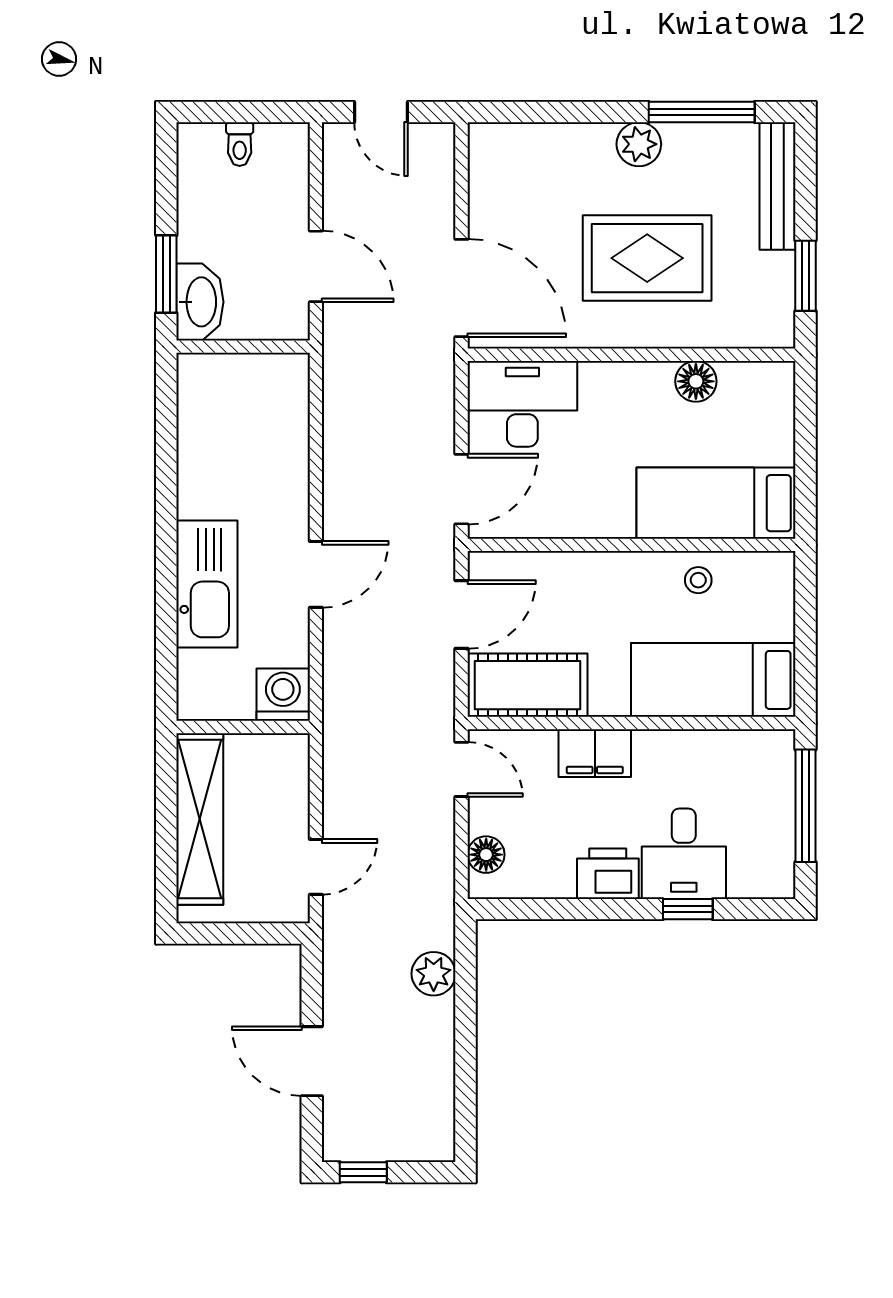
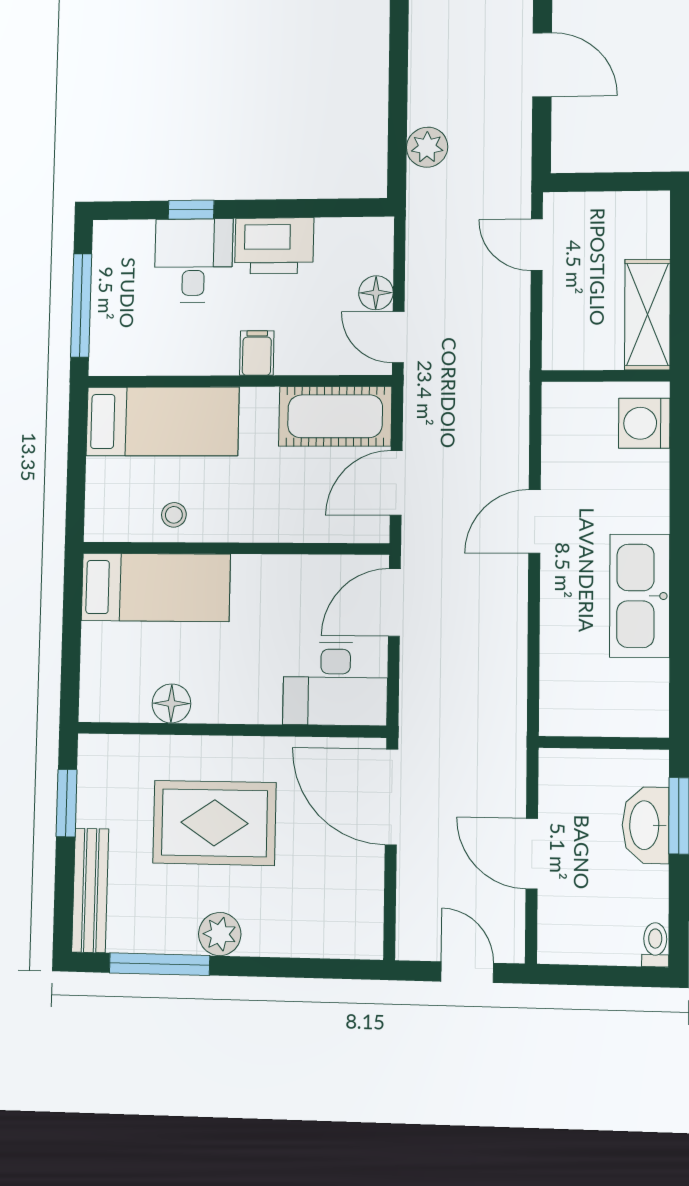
toilet: (240, 144) -> (655, 945), moved
door: (316, 266) -> (532, 854), moved
washbasin: (200, 302) -> (646, 825), moved
kitchen sink: (207, 584) -> (640, 596), moved
washing machine: (283, 695) -> (644, 423), moved, turned 90
filing cabinet: (595, 753) -> (257, 353), width x0.50
shelving: (200, 819) -> (647, 314), width x0.68
floor lamp: (486, 855) -> (376, 293), moved
door: (316, 867) -> (537, 245), hinge flipped
printer: (608, 874) -> (274, 246), width x1.37, depth x1.19

